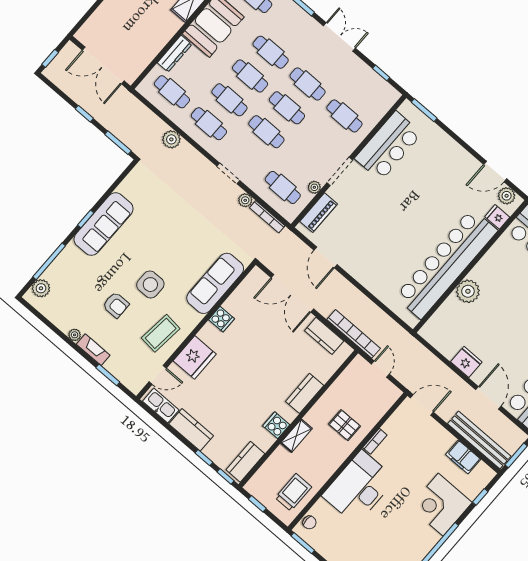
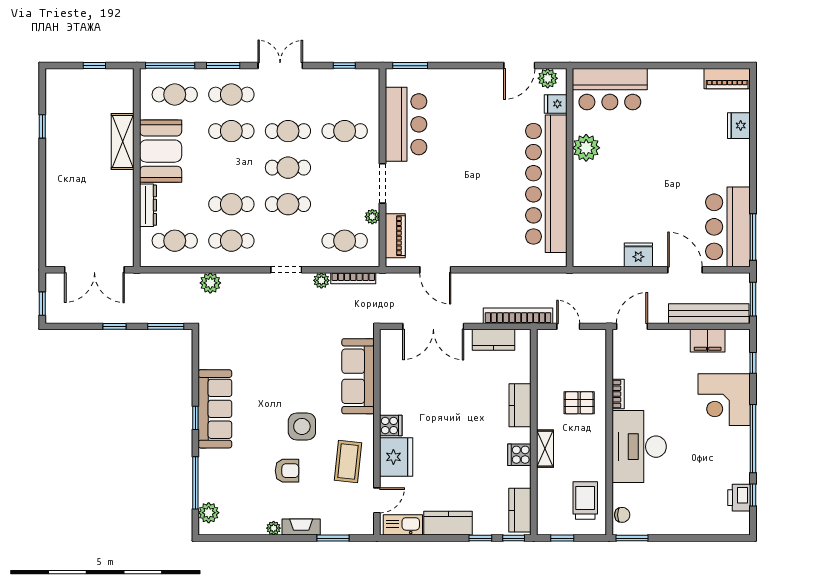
cafe table: (250, 76) -> (231, 95), moved
plant: (468, 291) -> (586, 148), moved
cooker: (221, 319) -> (391, 426), moved

